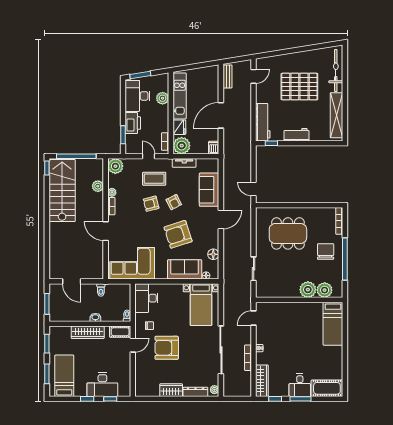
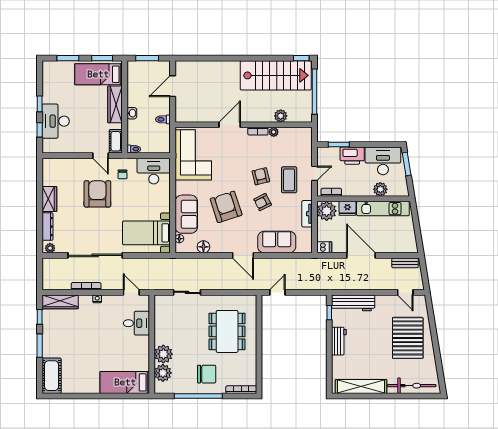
pallet: (299, 87) -> (408, 338), moved
plant: (115, 166) -> (303, 136), removed
bed: (64, 376) -> (98, 74), moved, turned 180
desk: (300, 385) -> (136, 323), moved, turned 180

